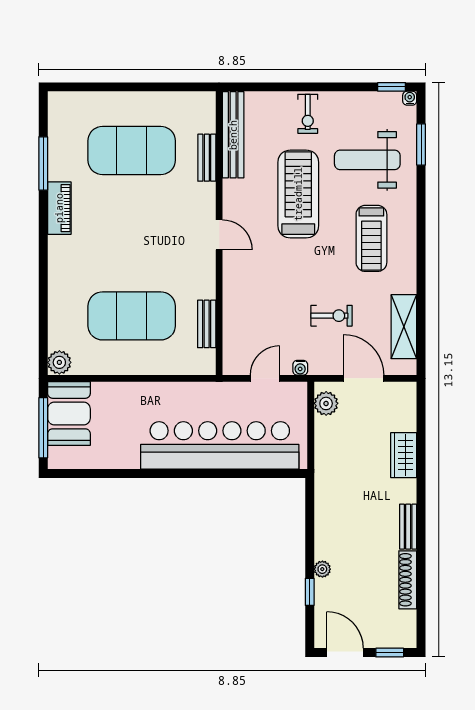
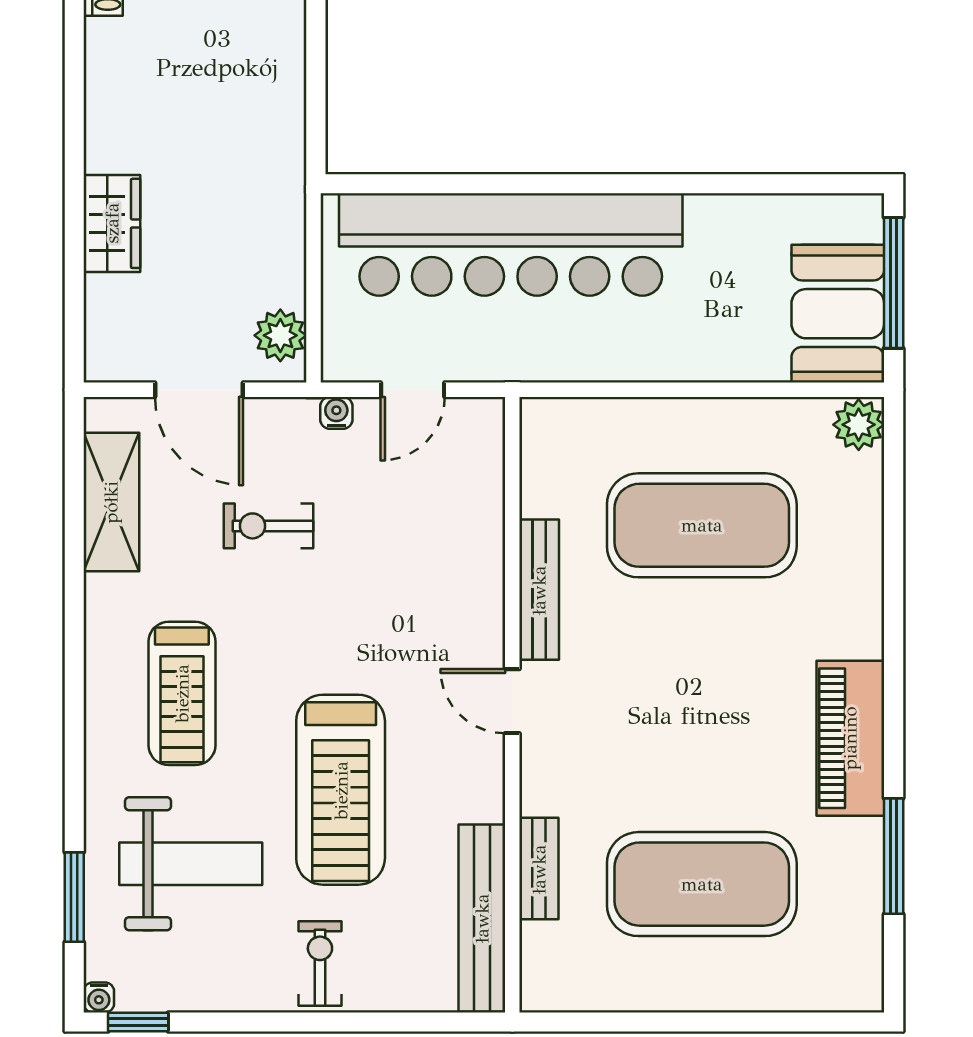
piano: (59, 208) -> (850, 738), width x1.37, depth x1.33
treadmill: (371, 238) -> (182, 693), turned 180
bench: (207, 324) -> (539, 590), moved, width x1.36
bench: (408, 527) -> (102, 68), removed

